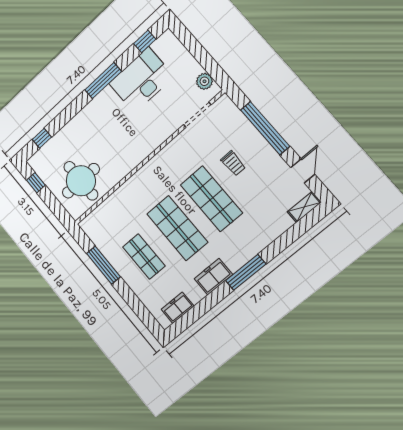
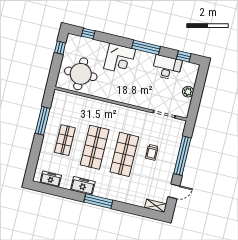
desk: (141, 80) -> (167, 67), width x0.73, depth x0.77
plant: (204, 81) -> (188, 92), moved
corner desk: (95, 122) -> (120, 59), added

